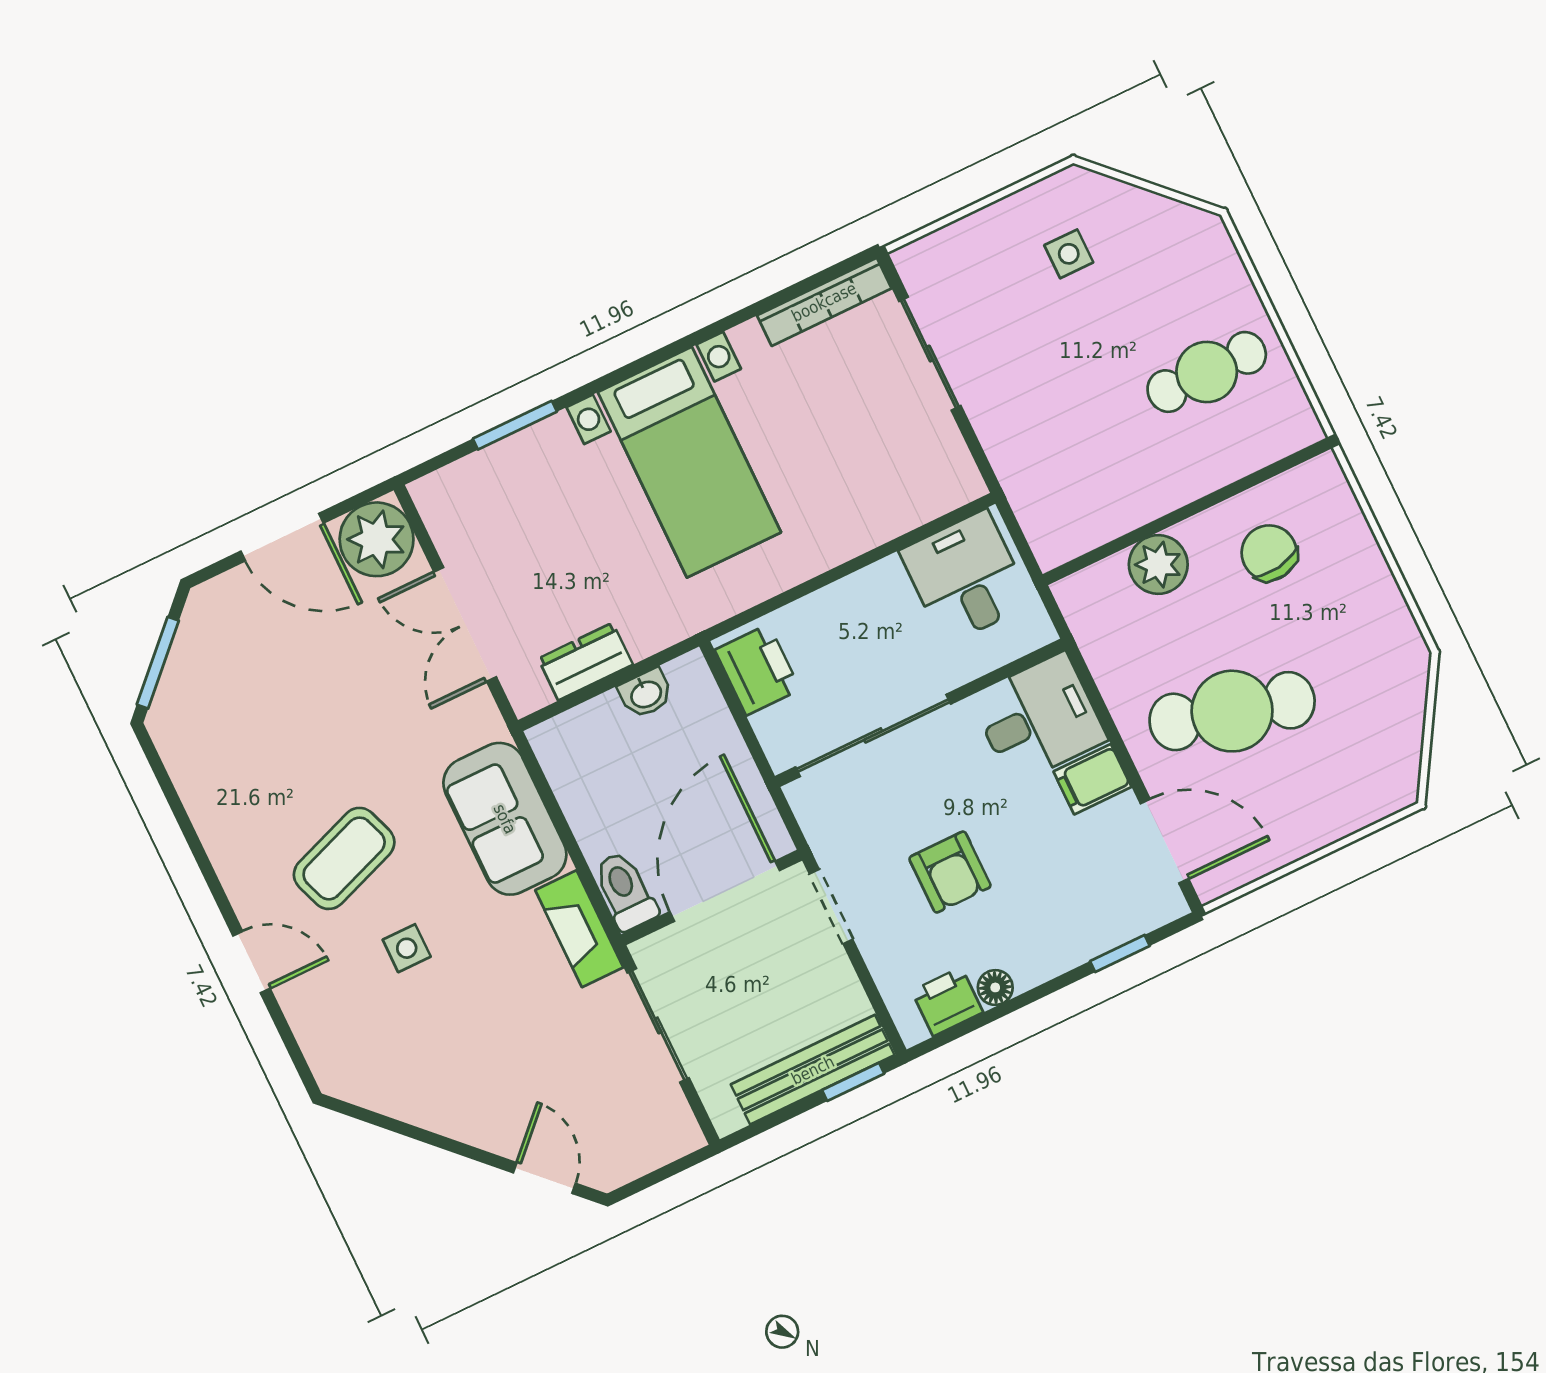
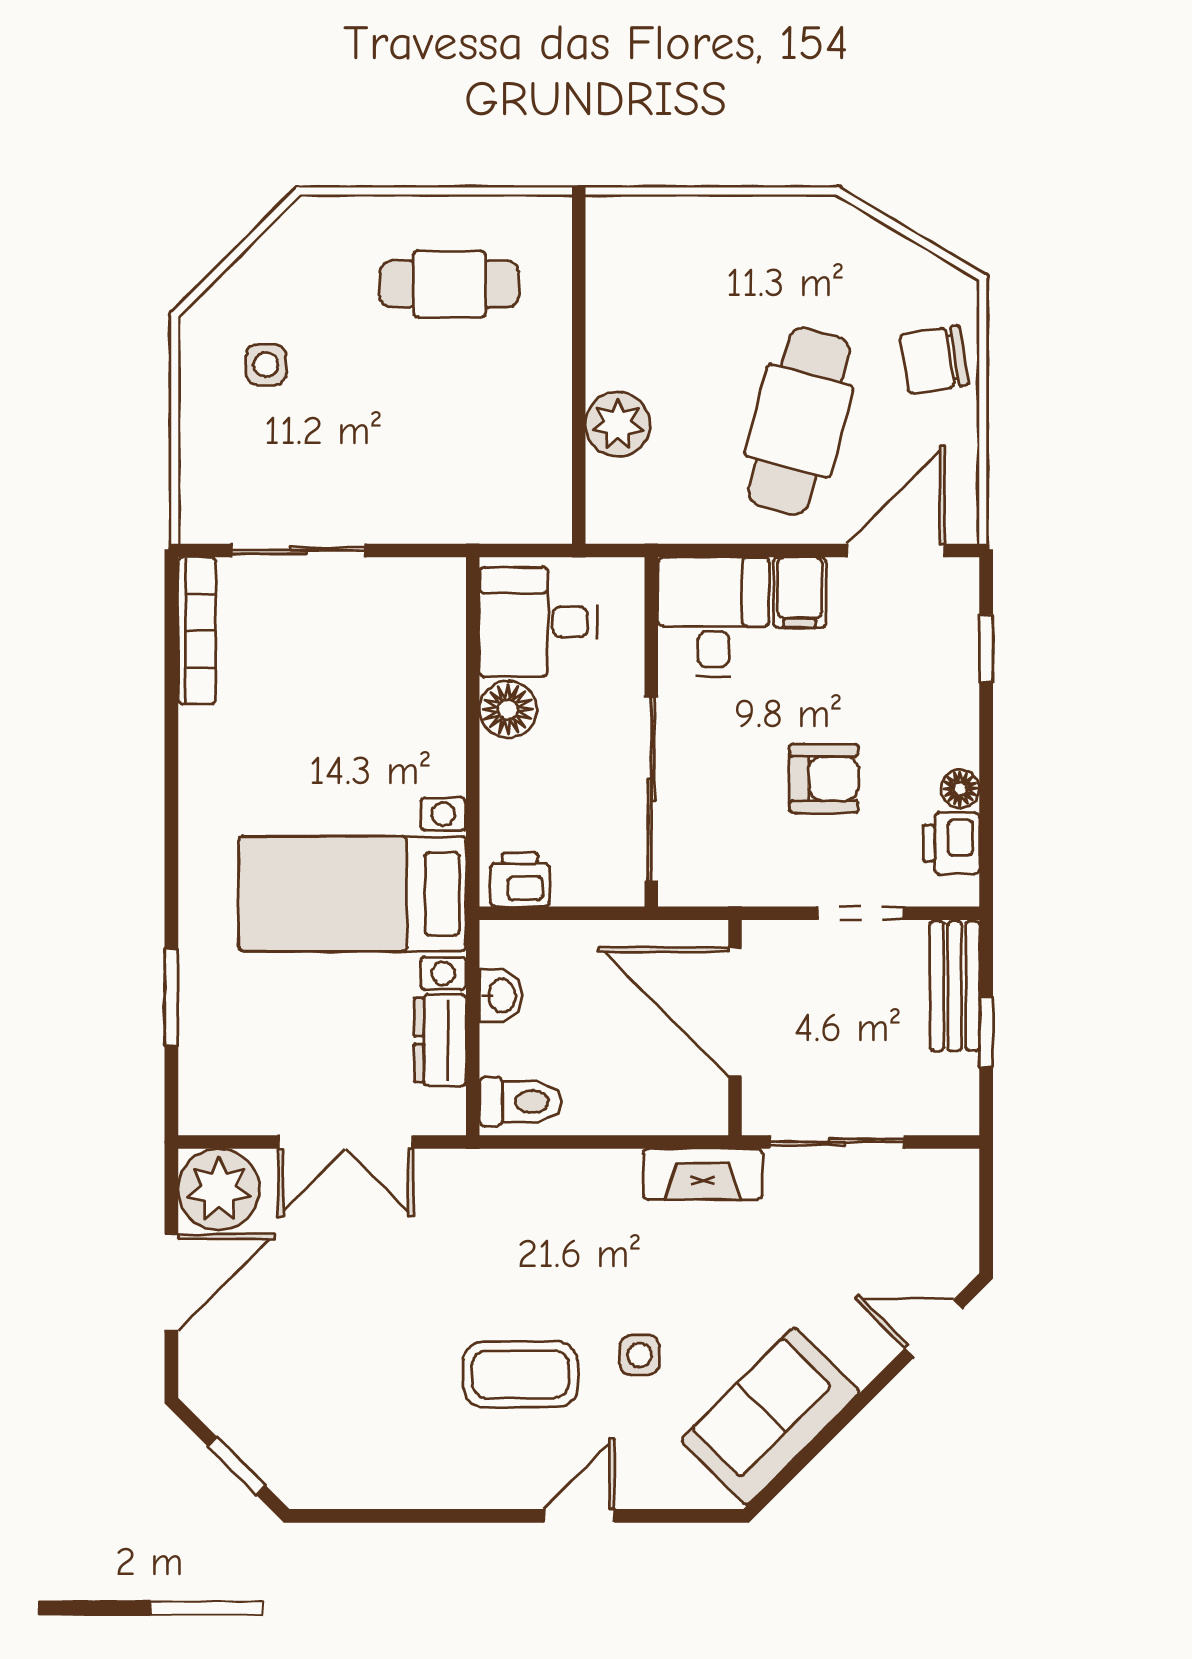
cafe table: (1207, 372) -> (449, 284), turned 90
bed with nightstands: (689, 462) -> (352, 894), moved, turned 180
chair: (1269, 553) -> (934, 360), moved
floor lamp: (882, 587) -> (508, 710), added
window: (158, 663) -> (237, 1466), width x0.67
printer: (757, 670) -> (520, 880), width x0.73, depth x0.81
sofa: (505, 819) -> (770, 1416), moved, turned 135
coffee table: (344, 858) -> (520, 1374), turned -70
toilet: (625, 891) -> (520, 1102), moved, turned 180
doorway: (831, 906) -> (861, 913), moved
bench: (813, 1070) -> (955, 986), width x0.73
window: (853, 1082) -> (986, 1032), moved

